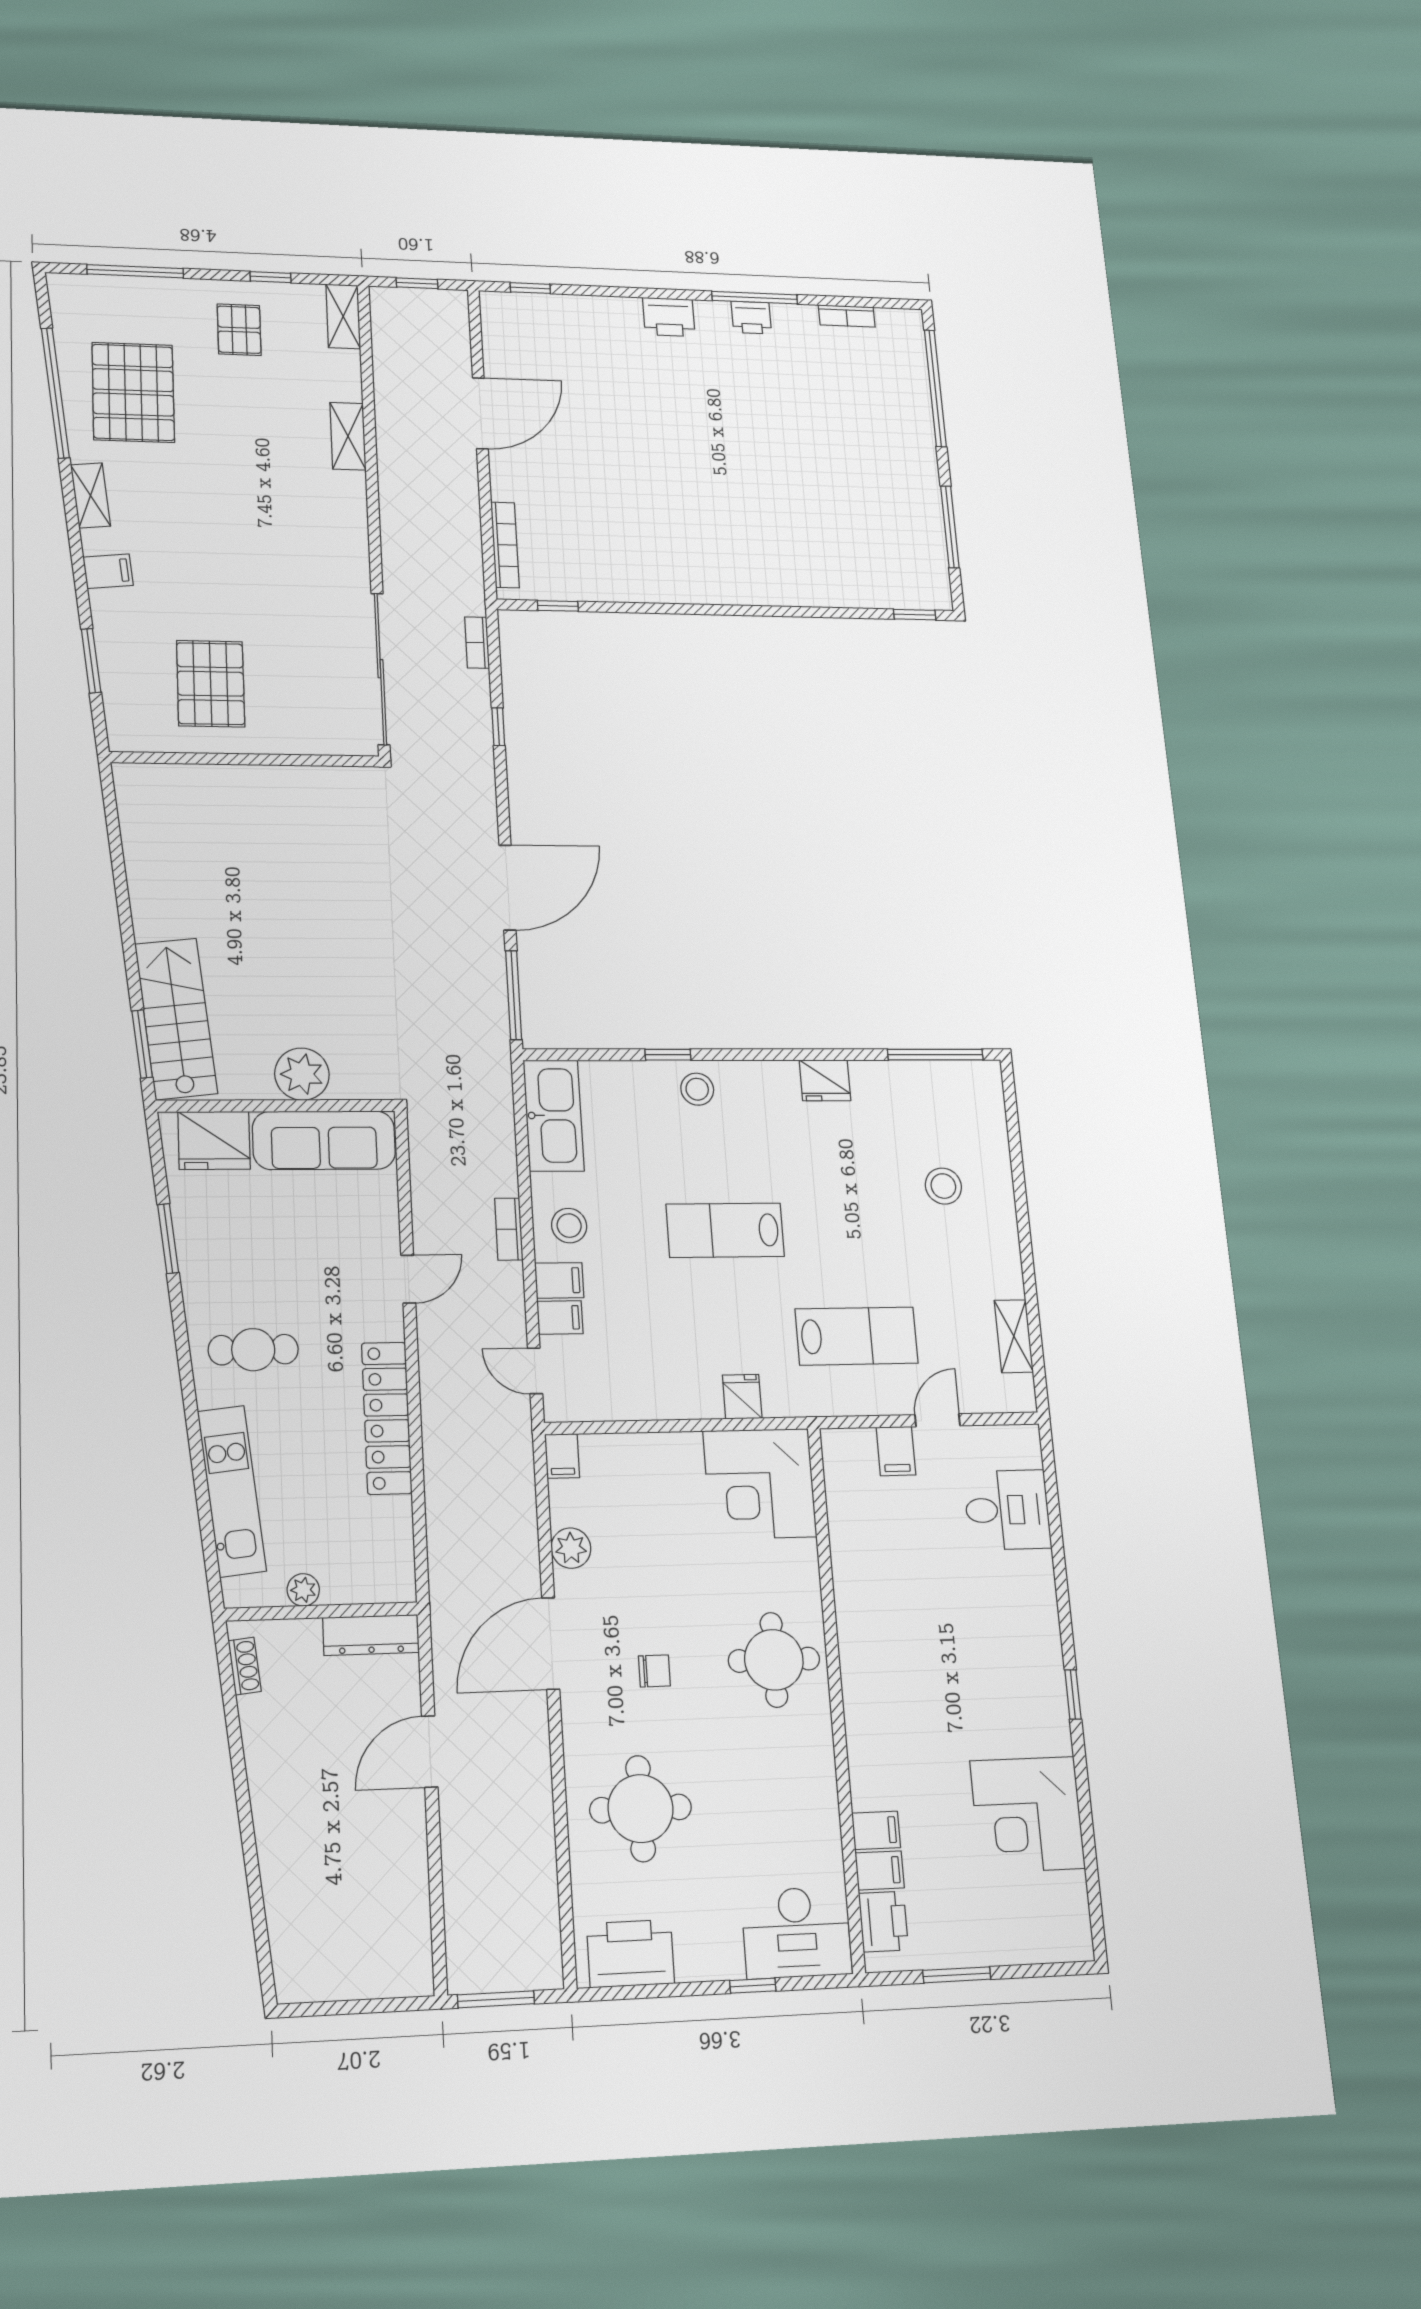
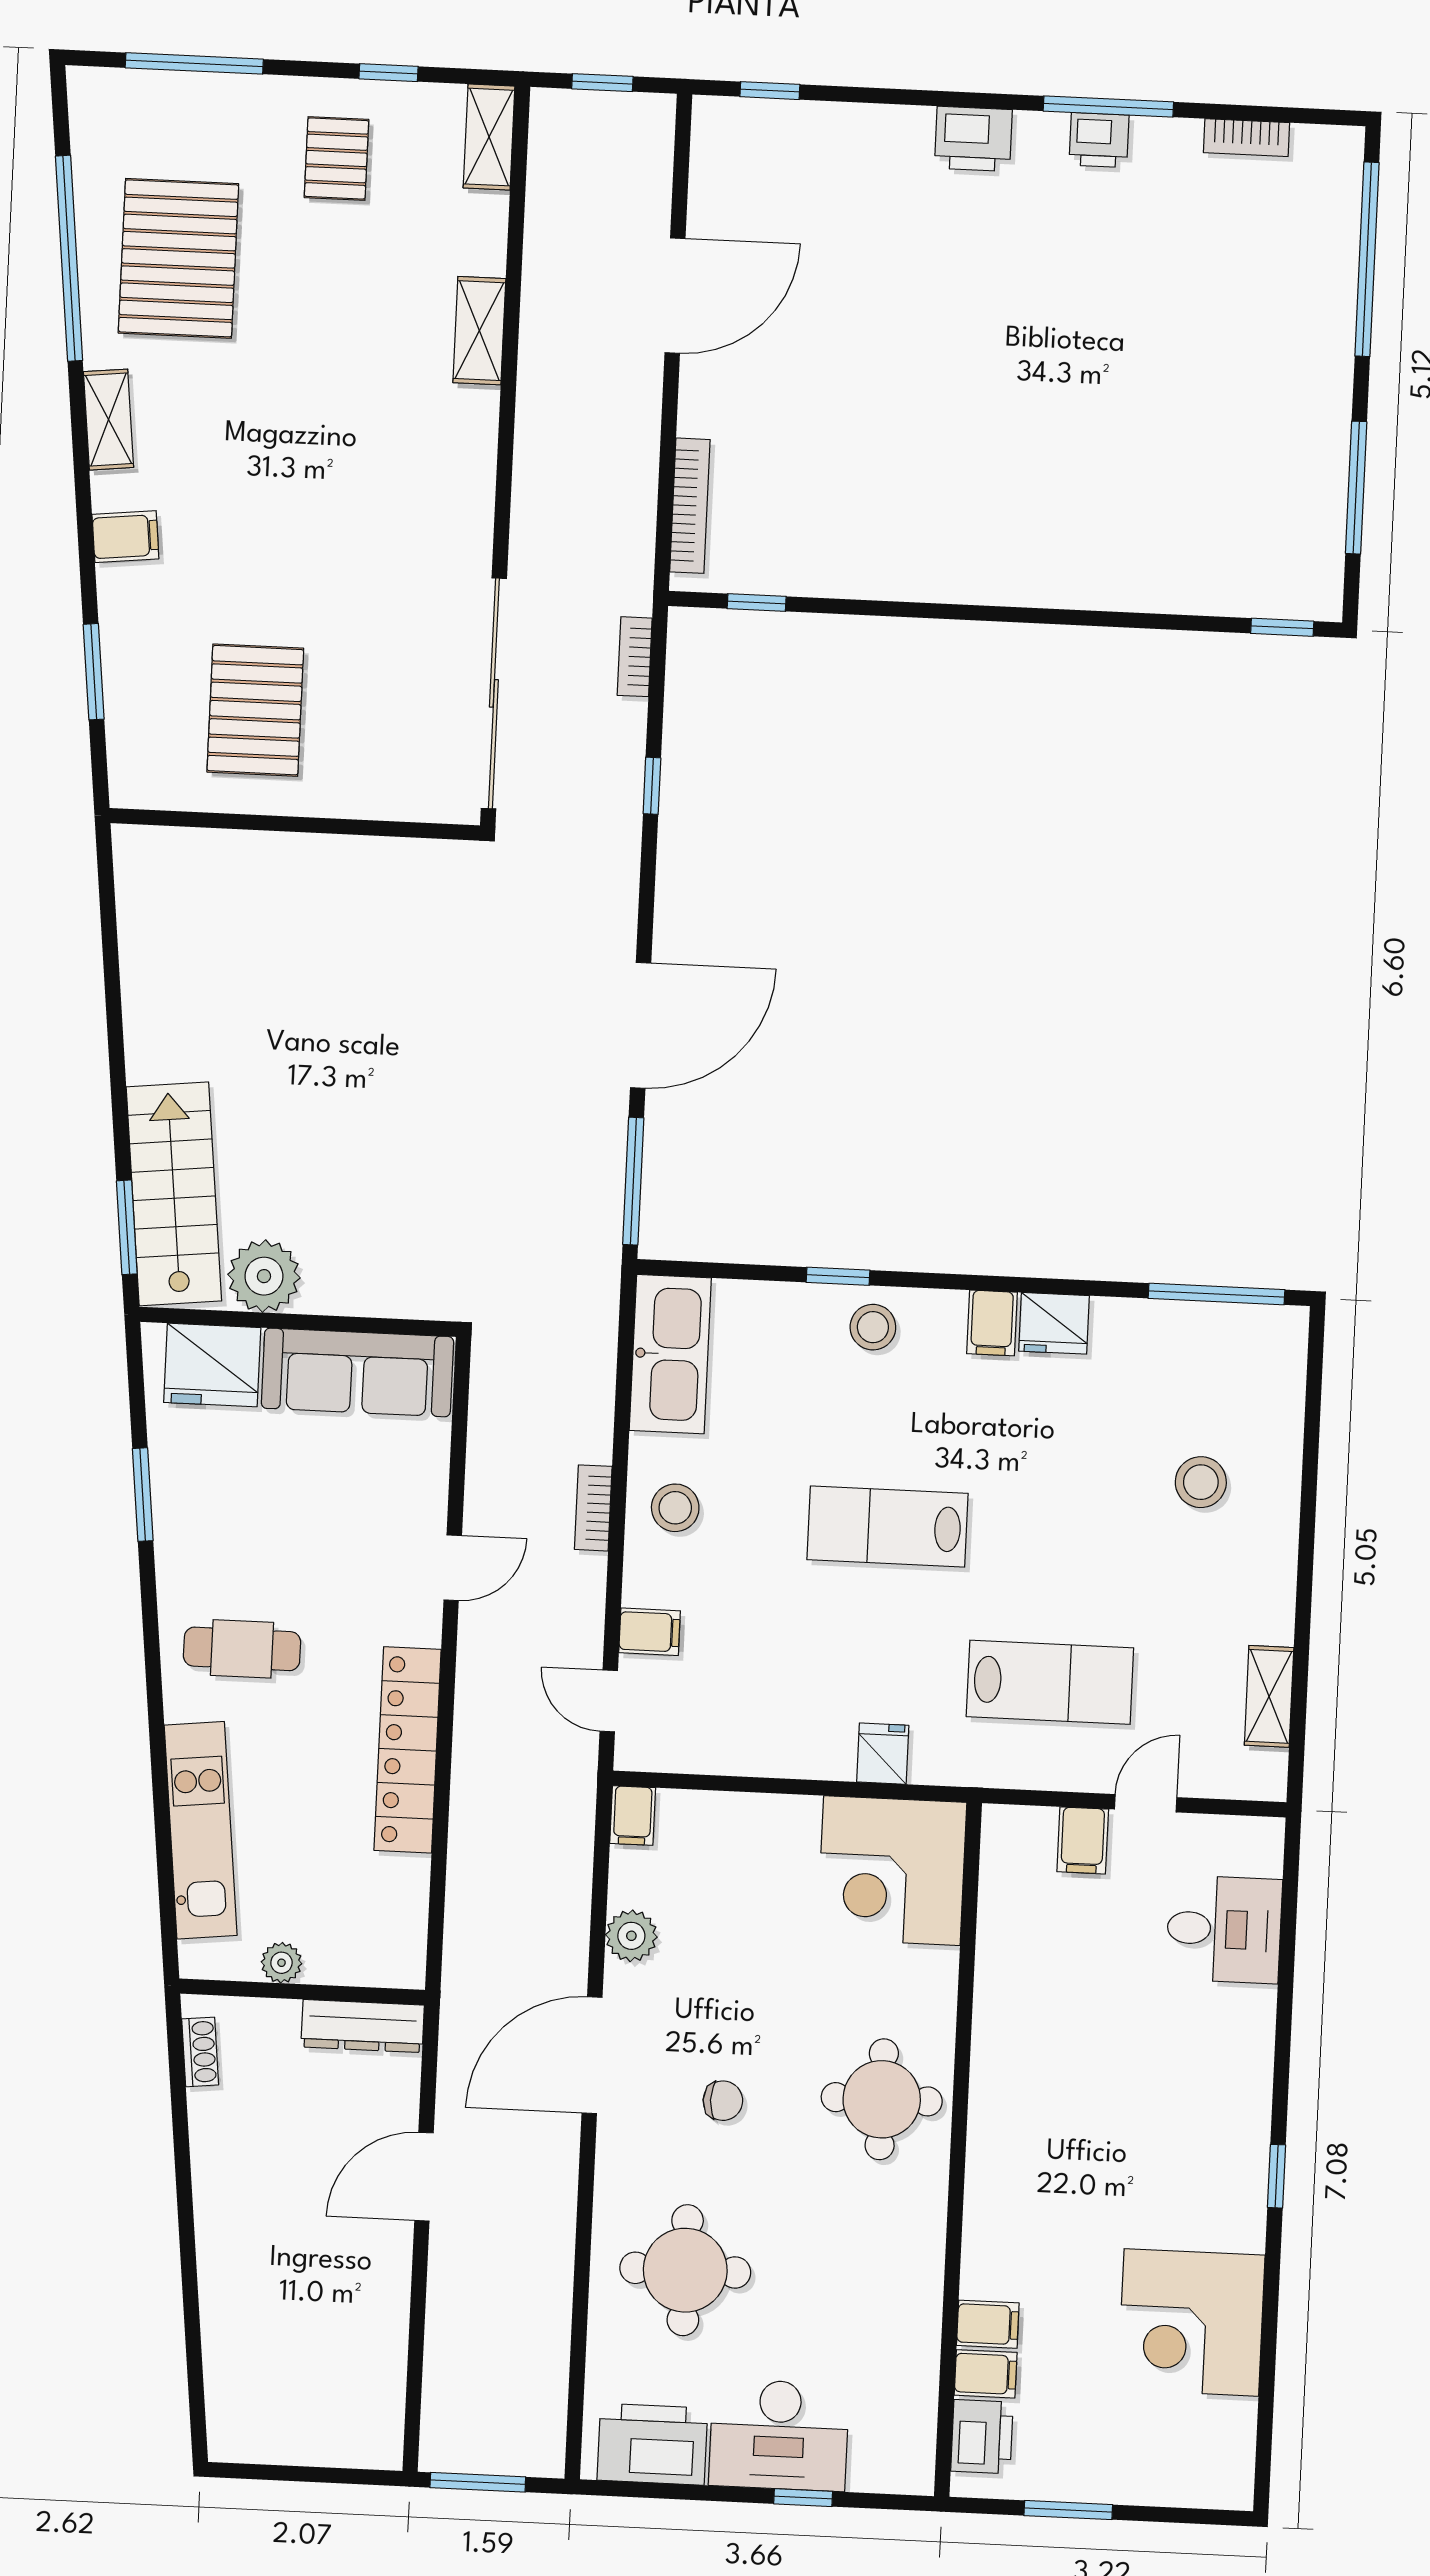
plant: (302, 1074) -> (264, 1276), moved
filing cabinet: (559, 1280) -> (992, 1323), moved, turned 90
desk: (796, 1932) -> (779, 2435), moved

